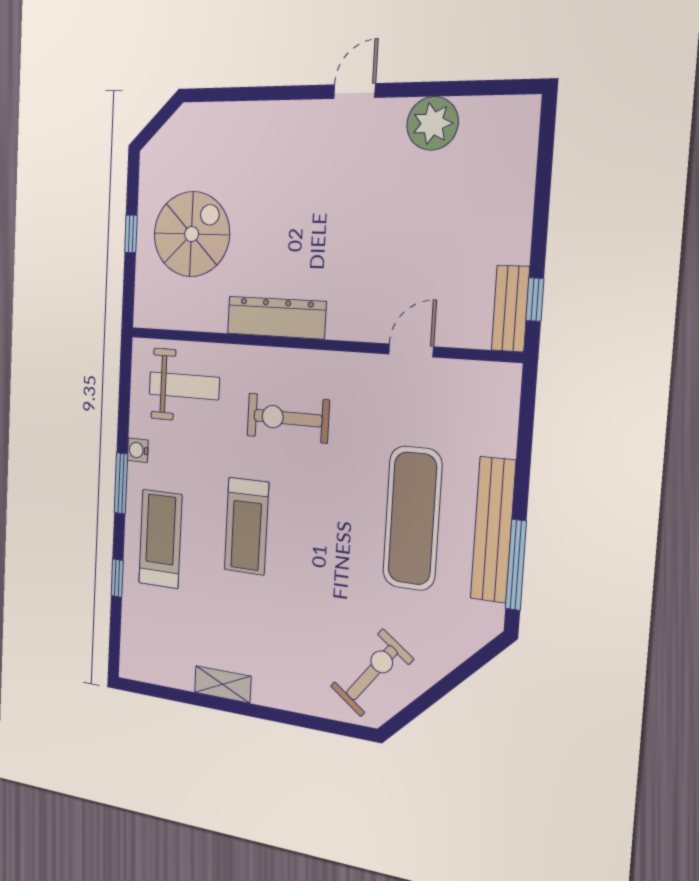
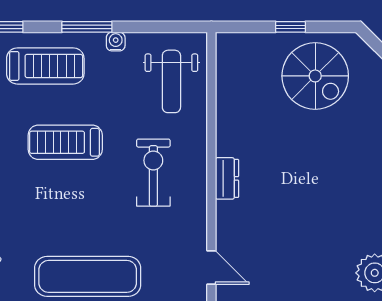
spiral stairs: (192, 234) -> (315, 76), moved
dresser: (276, 318) -> (227, 178), width x0.51, depth x0.80

